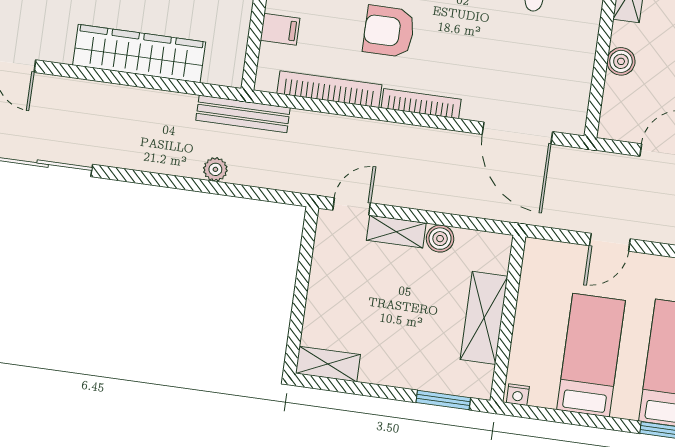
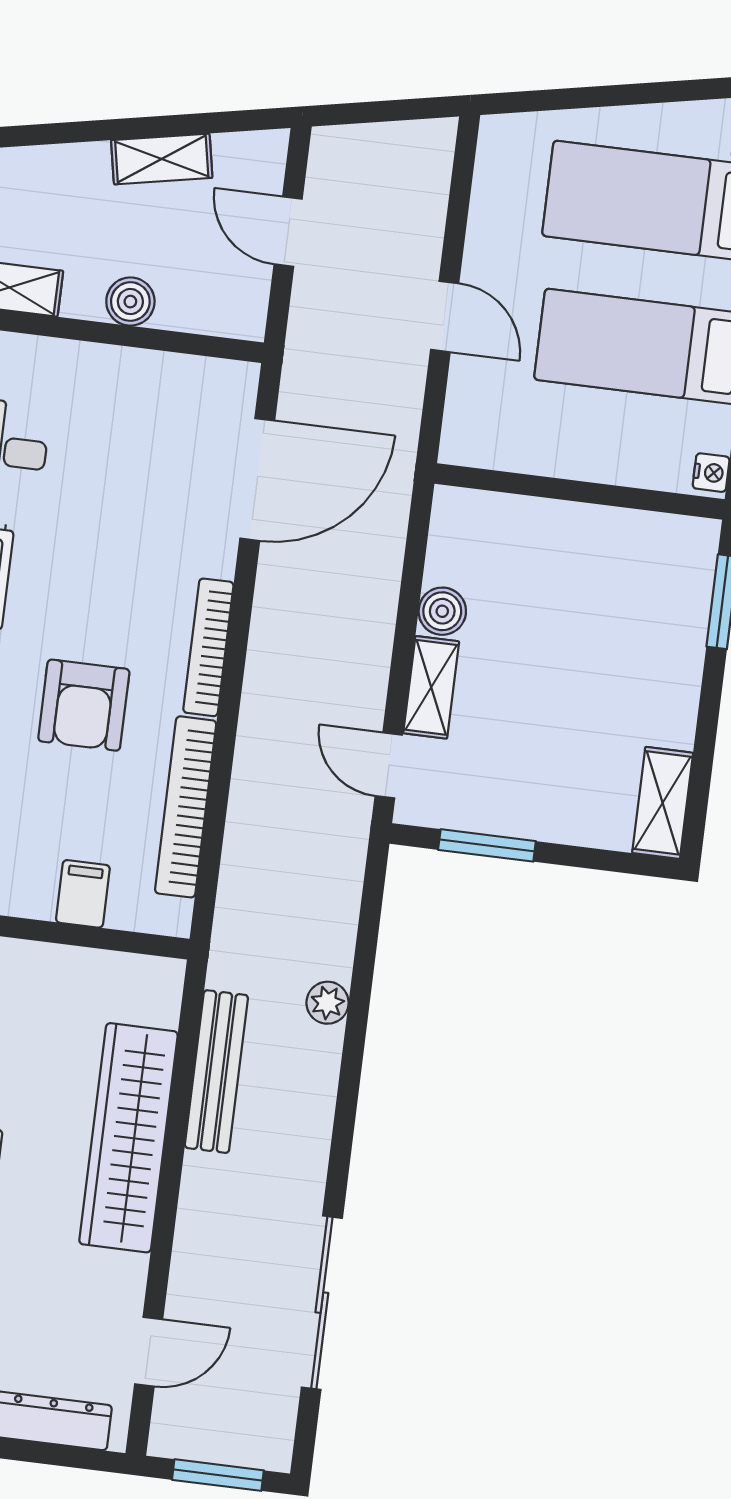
bench: (243, 114) -> (216, 1072), moved
window: (305, 262) -> (487, 845), added
shelving: (484, 318) -> (579, 533), removed

